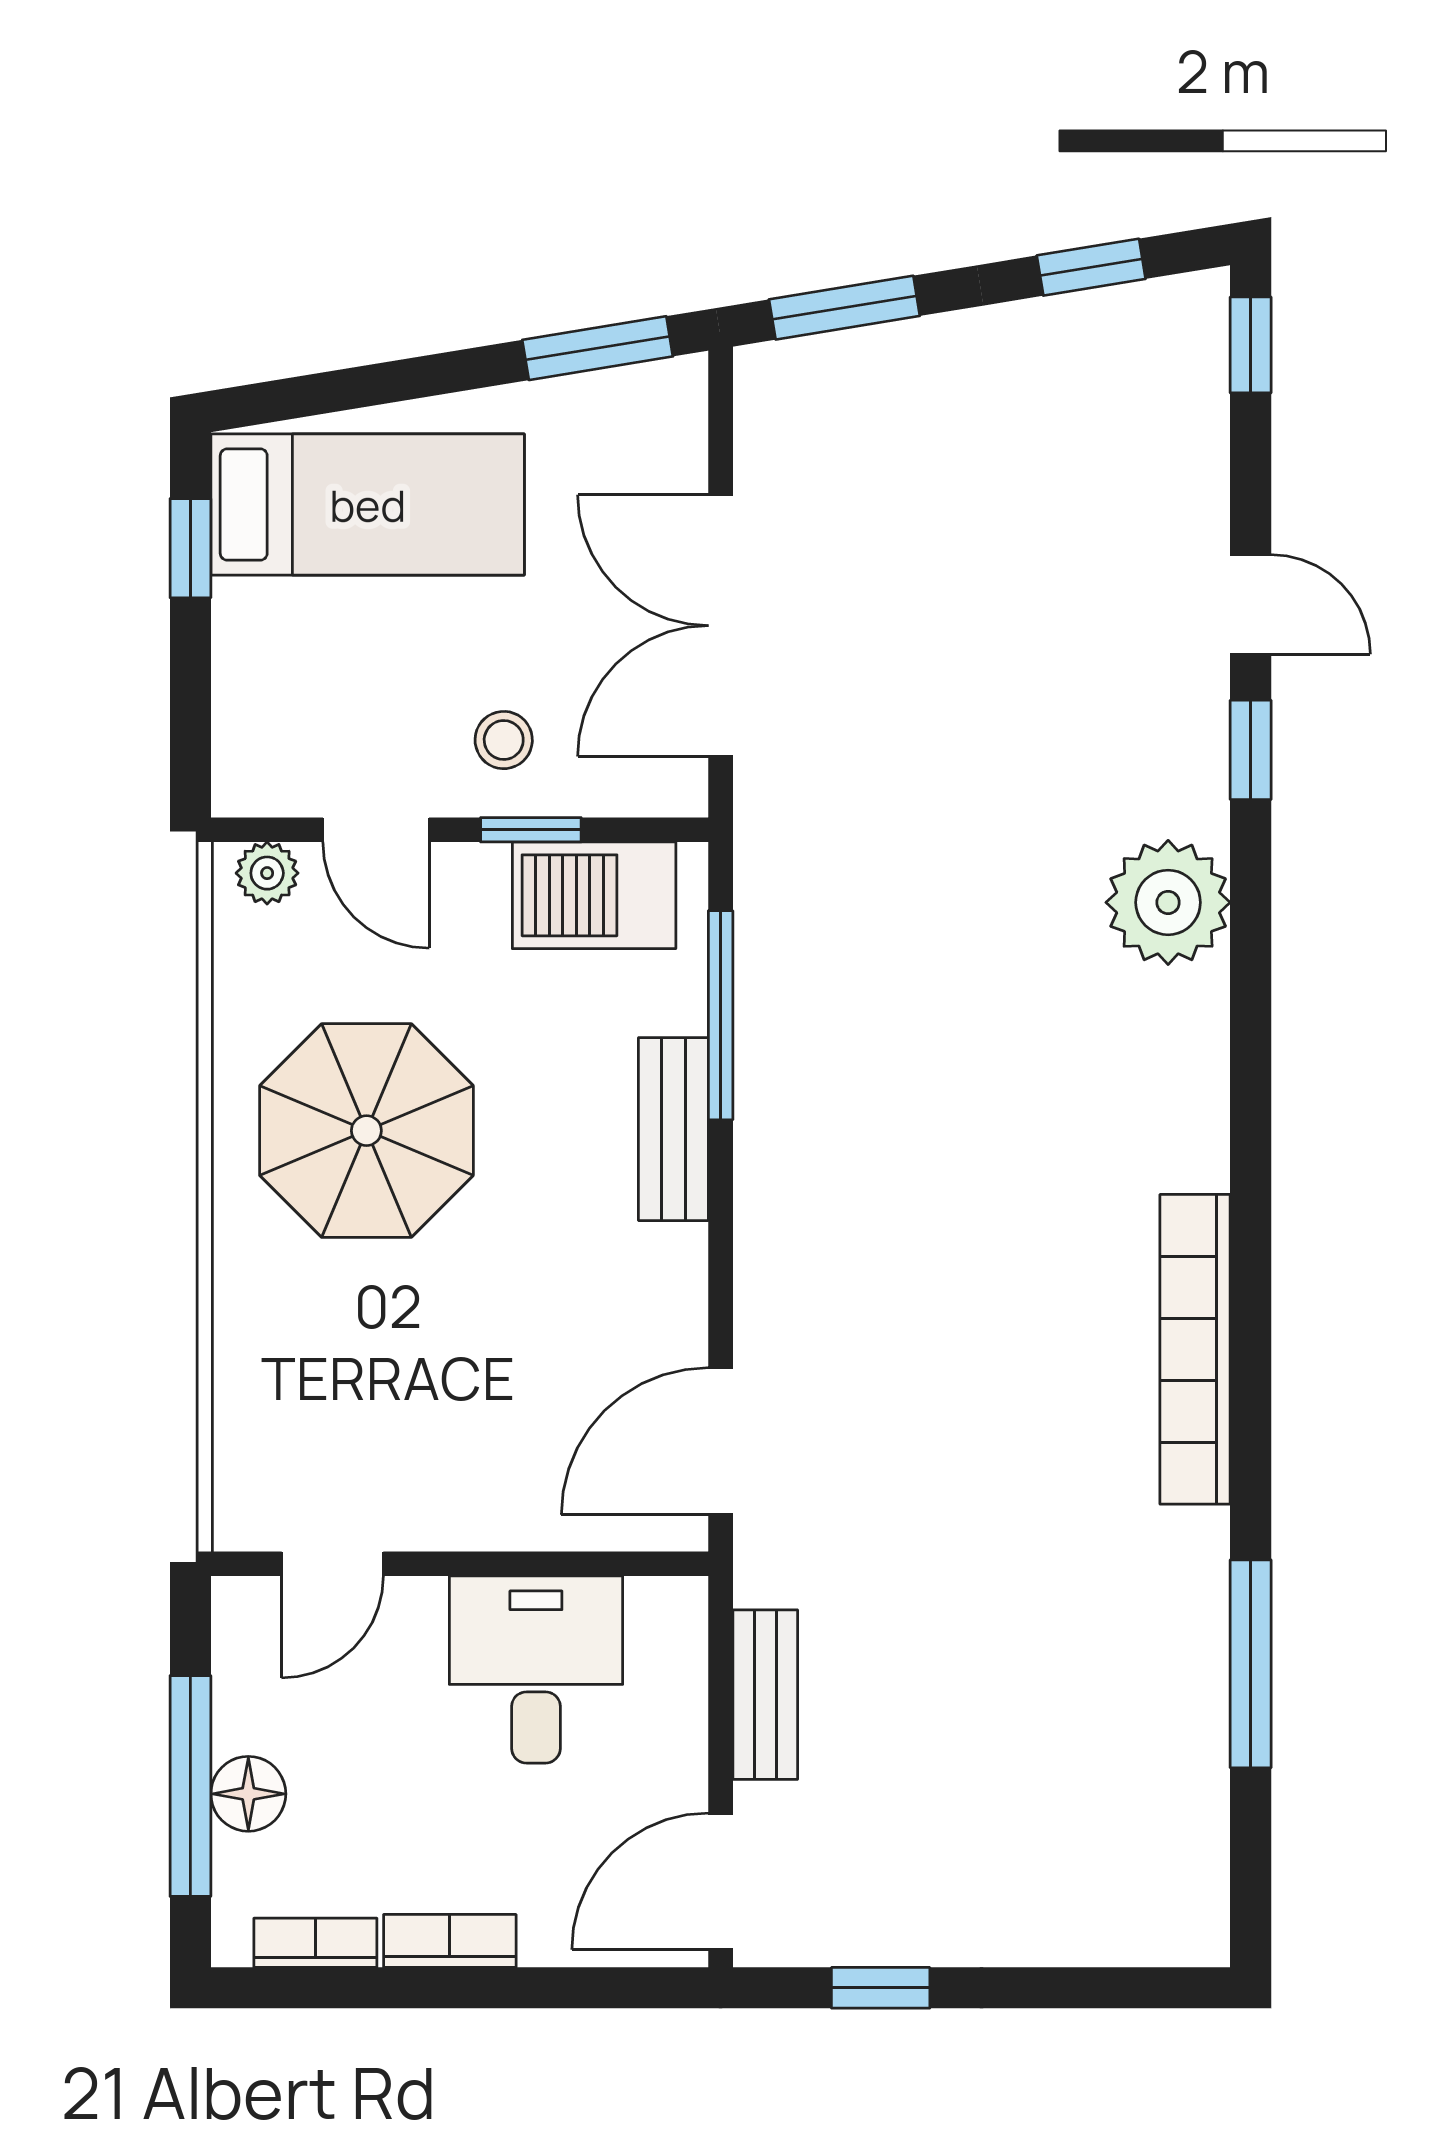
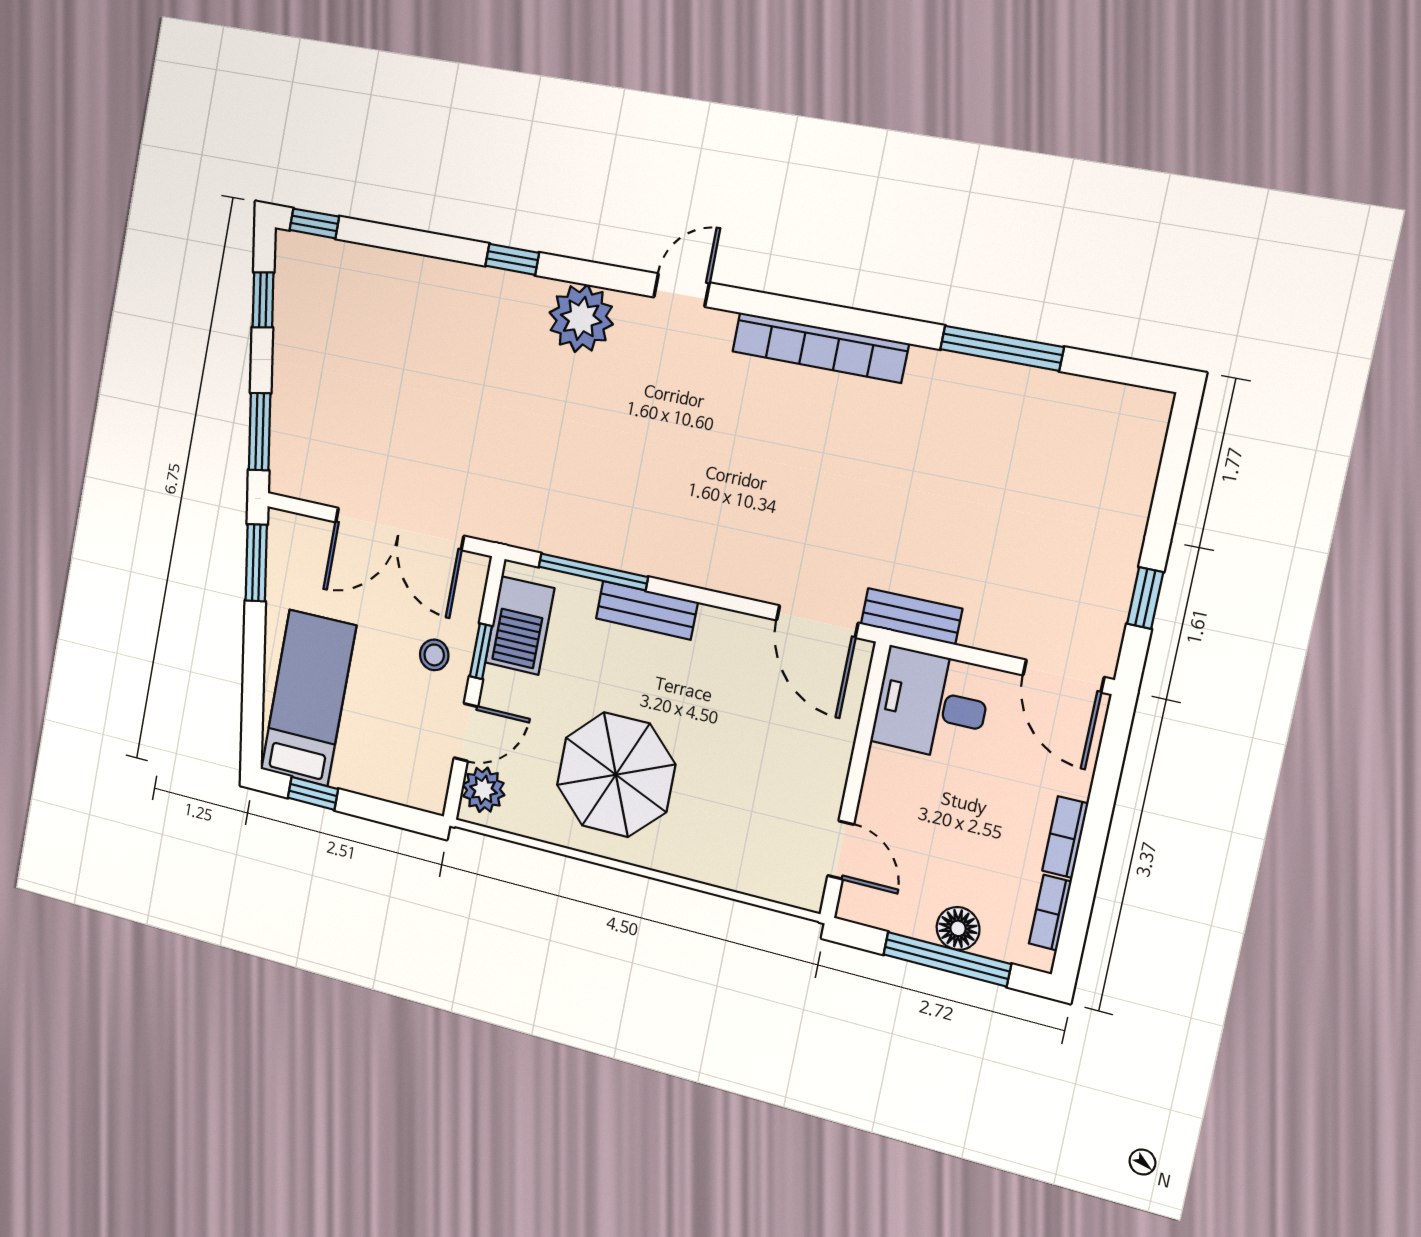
door: (1251, 604) -> (681, 290), moved
plant: (267, 873) -> (483, 790), width x1.38, depth x1.38
desk: (536, 1669) -> (932, 705), moved
bench: (765, 1695) -> (911, 616), moved

